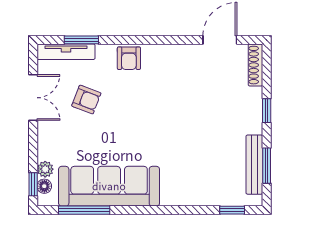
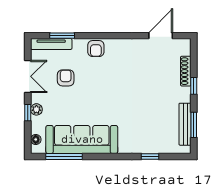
shoe rack: (255, 65) -> (186, 71), moved
armchair: (86, 100) -> (66, 78), turned -111
plant: (45, 169) -> (36, 109), moved
window: (33, 184) -> (28, 113), moved
window: (232, 210) -> (150, 157), moved

